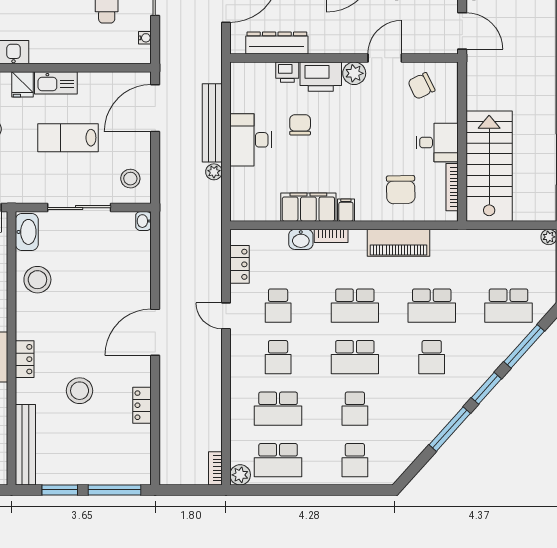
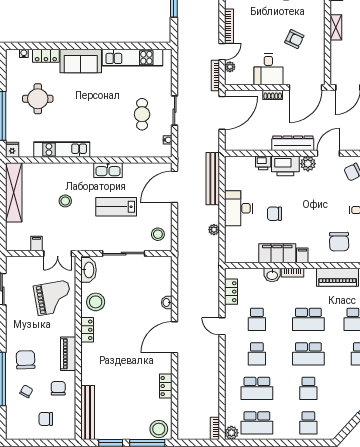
dresser: (277, 43) -> (293, 143), moved
fridge: (22, 84) -> (86, 171), removed
bench: (212, 123) -> (213, 179), moved
chair: (300, 125) -> (274, 214), moved, turned -90
washbasin: (143, 221) -> (167, 303), moved
locker: (25, 359) -> (87, 330), moved
stool: (80, 391) -> (159, 429), moved

